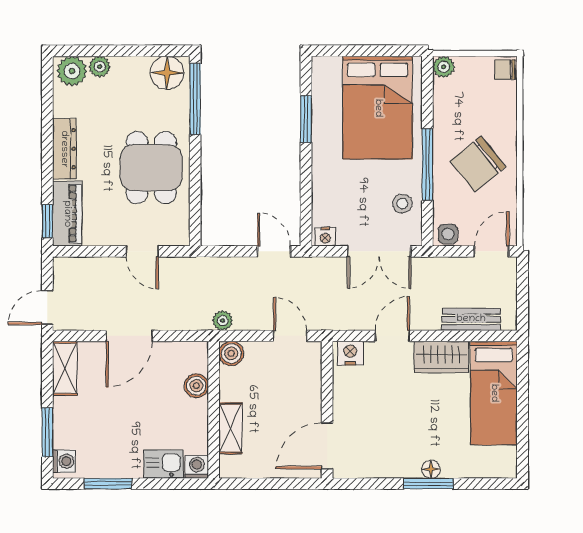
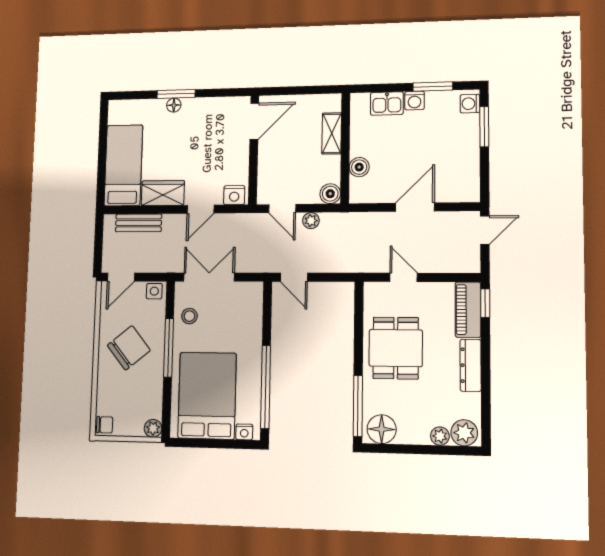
window: (306, 119) -> (266, 387), width x2.11
nightstand: (325, 237) -> (244, 432), moved, turned 180
plant: (223, 321) -> (311, 221), moved
shelving: (65, 368) -> (470, 180), removed
washing machine: (197, 467) -> (415, 101), moved

